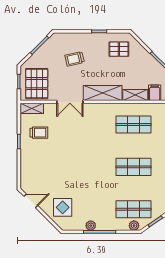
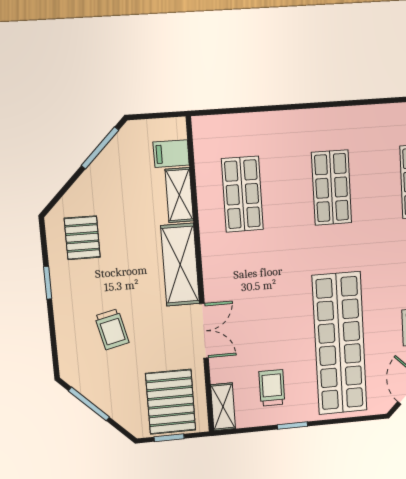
pallet: (37, 84) -> (171, 402), turned 90
shop shelf: (58, 167) -> (340, 343), added

